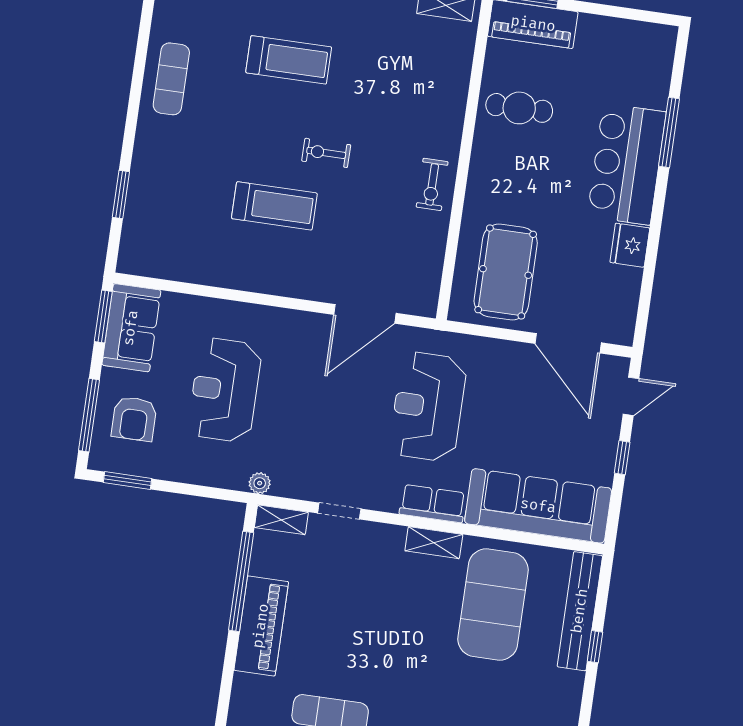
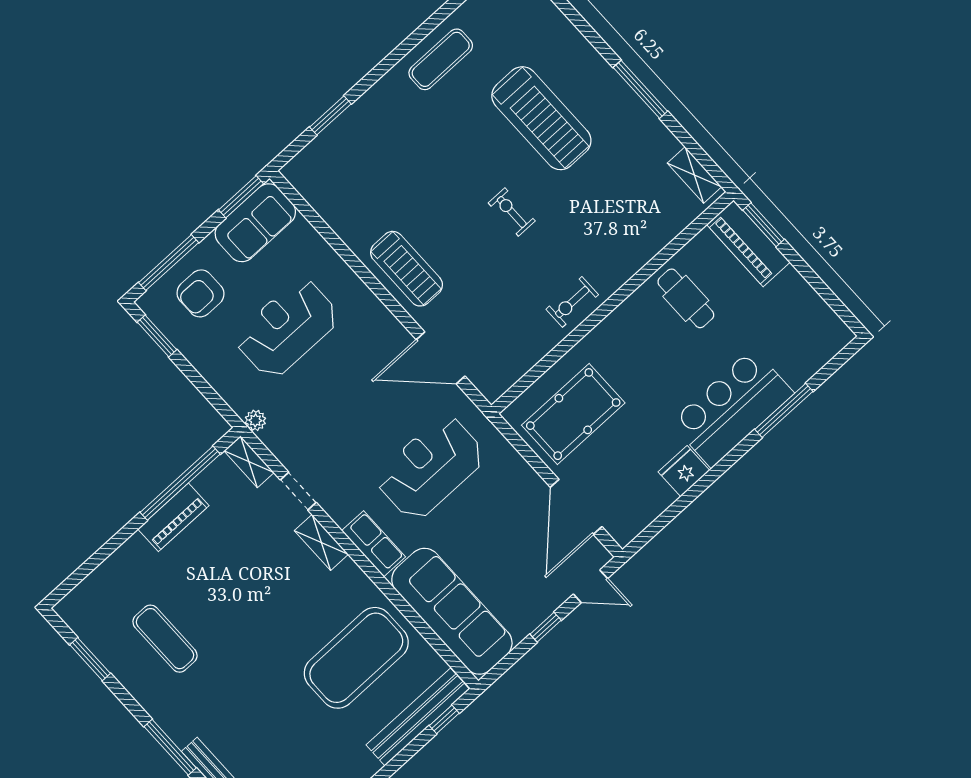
treadmill: (289, 60) -> (541, 118), width x1.37, depth x1.38
treadmill: (274, 206) -> (407, 269), moved
shelving: (434, 543) -> (321, 542), moved
piano: (261, 626) -> (173, 517), width x0.73, depth x0.75
window: (595, 647) -> (444, 719), moved

